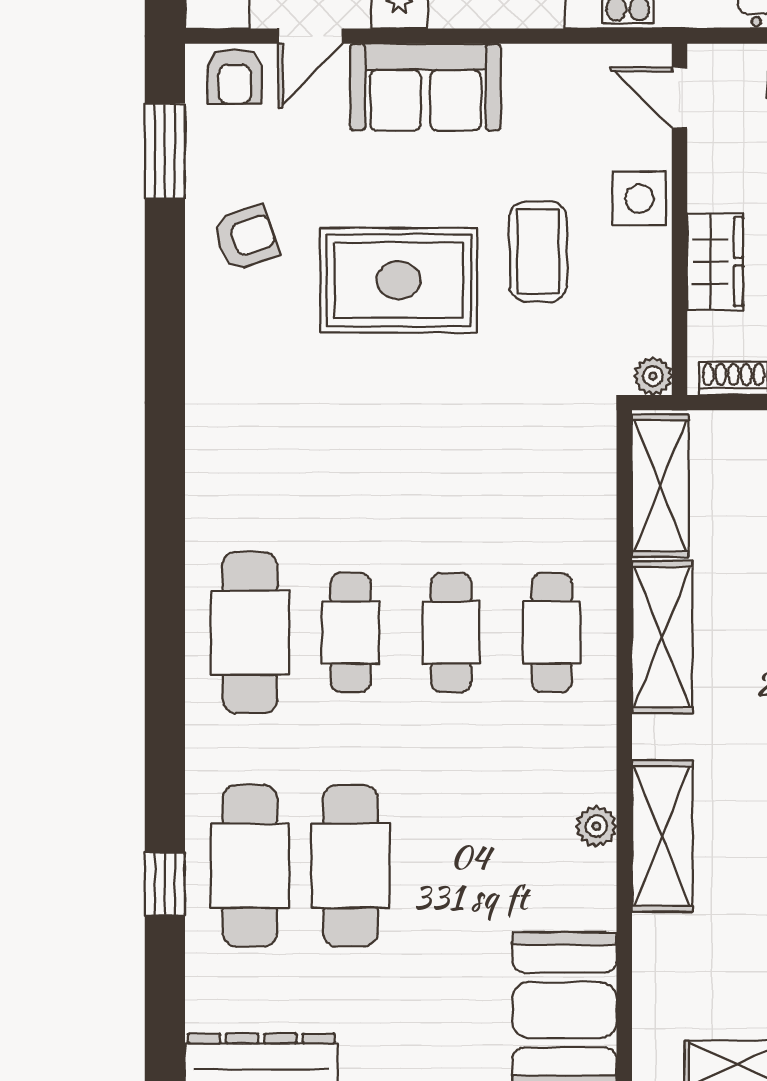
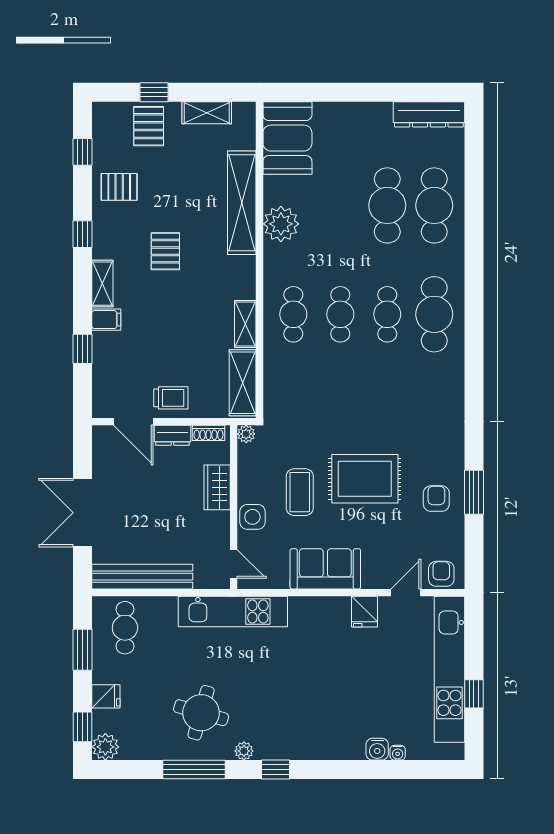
sofa: (425, 87) -> (325, 569), moved
window: (165, 151) -> (474, 492), moved
armchair: (245, 238) -> (436, 499), turned 109
shelving: (662, 637) -> (245, 324), width x0.67, depth x0.75
plant: (596, 826) -> (281, 224), width x1.87, depth x1.87
shelving: (662, 836) -> (242, 203), width x1.47
window: (165, 884) -> (474, 197), removed

